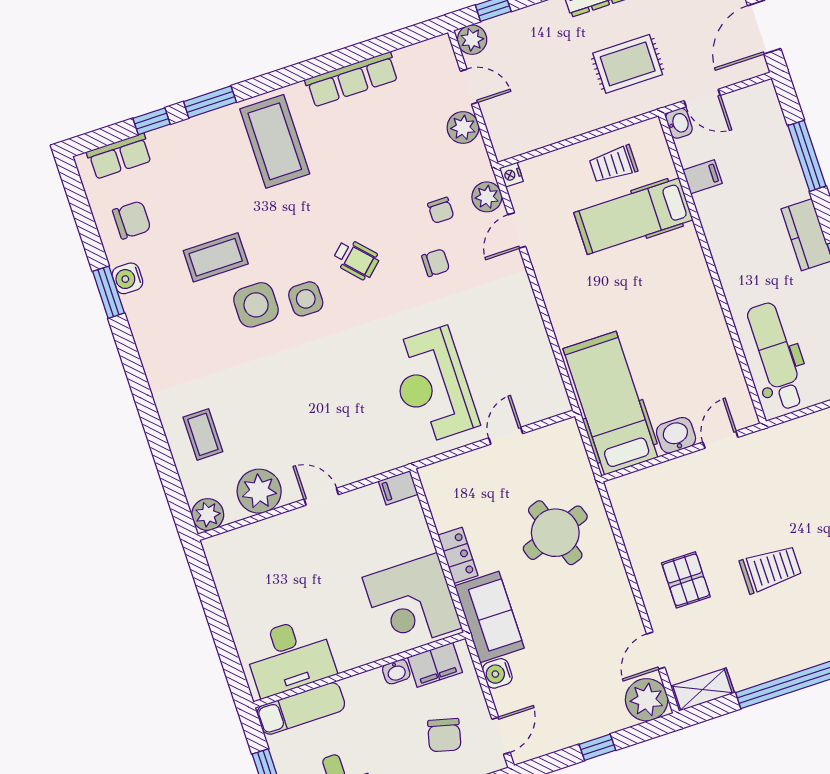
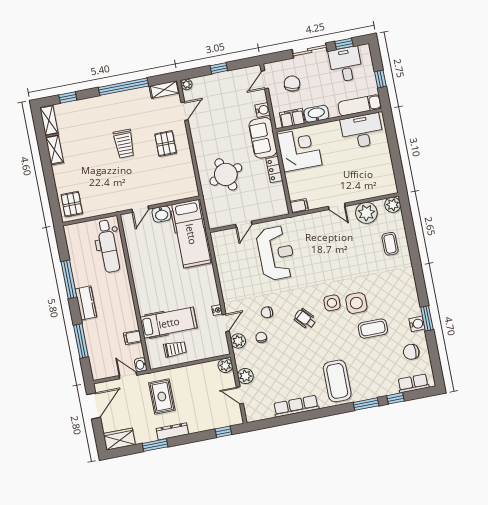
plant: (472, 40) -> (225, 365), moved
rug: (628, 64) -> (162, 397), turned 90
nightstand: (511, 175) -> (217, 310), moved
trolley: (770, 569) -> (124, 144), turned -90
washbasin: (396, 672) -> (316, 114), width x1.91, depth x1.45
plant: (647, 700) -> (186, 84), width x0.53, depth x0.53

